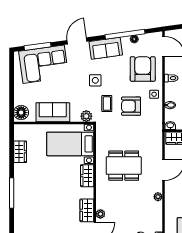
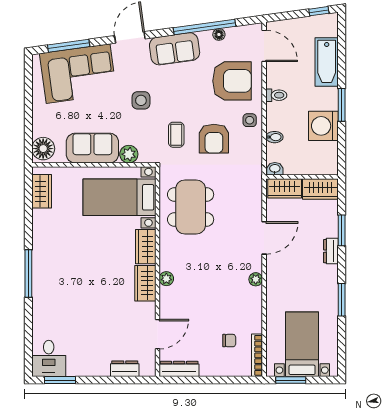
armchair: (143, 69) -> (232, 81), turned 90
side table: (95, 80) -> (141, 100), moved
armchair: (131, 106) -> (214, 139), turned -90
plant: (86, 116) -> (129, 154), moved
wardrobe: (20, 152) -> (42, 191), moved
dining table: (124, 166) -> (191, 207), moved, turned 90
wardrobe: (87, 210) -> (145, 283), moved
plant: (100, 214) -> (166, 279), moved

